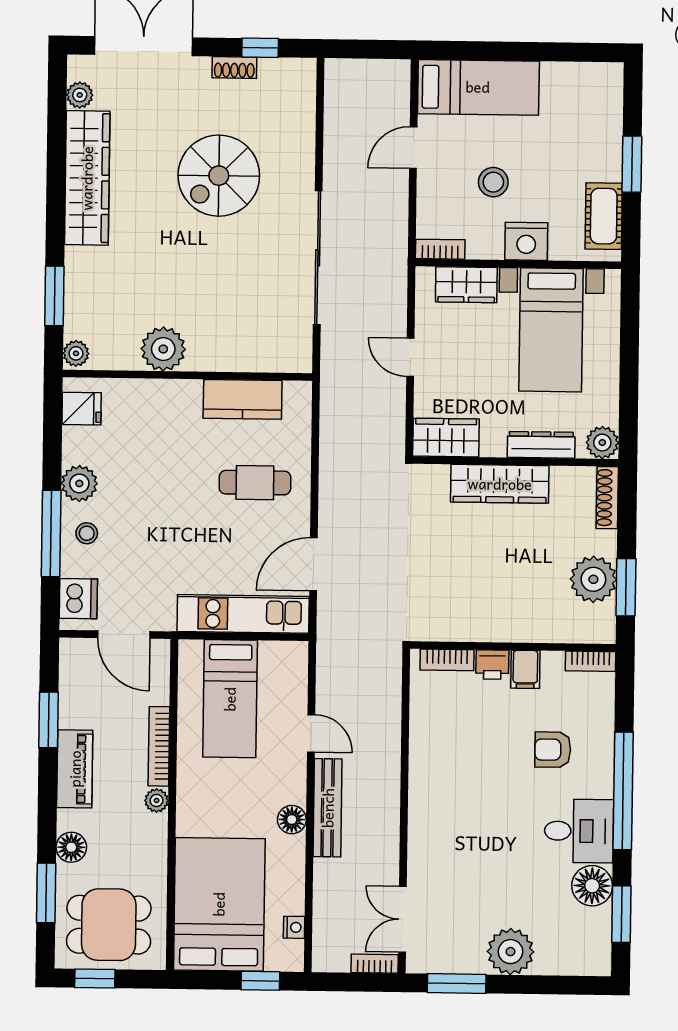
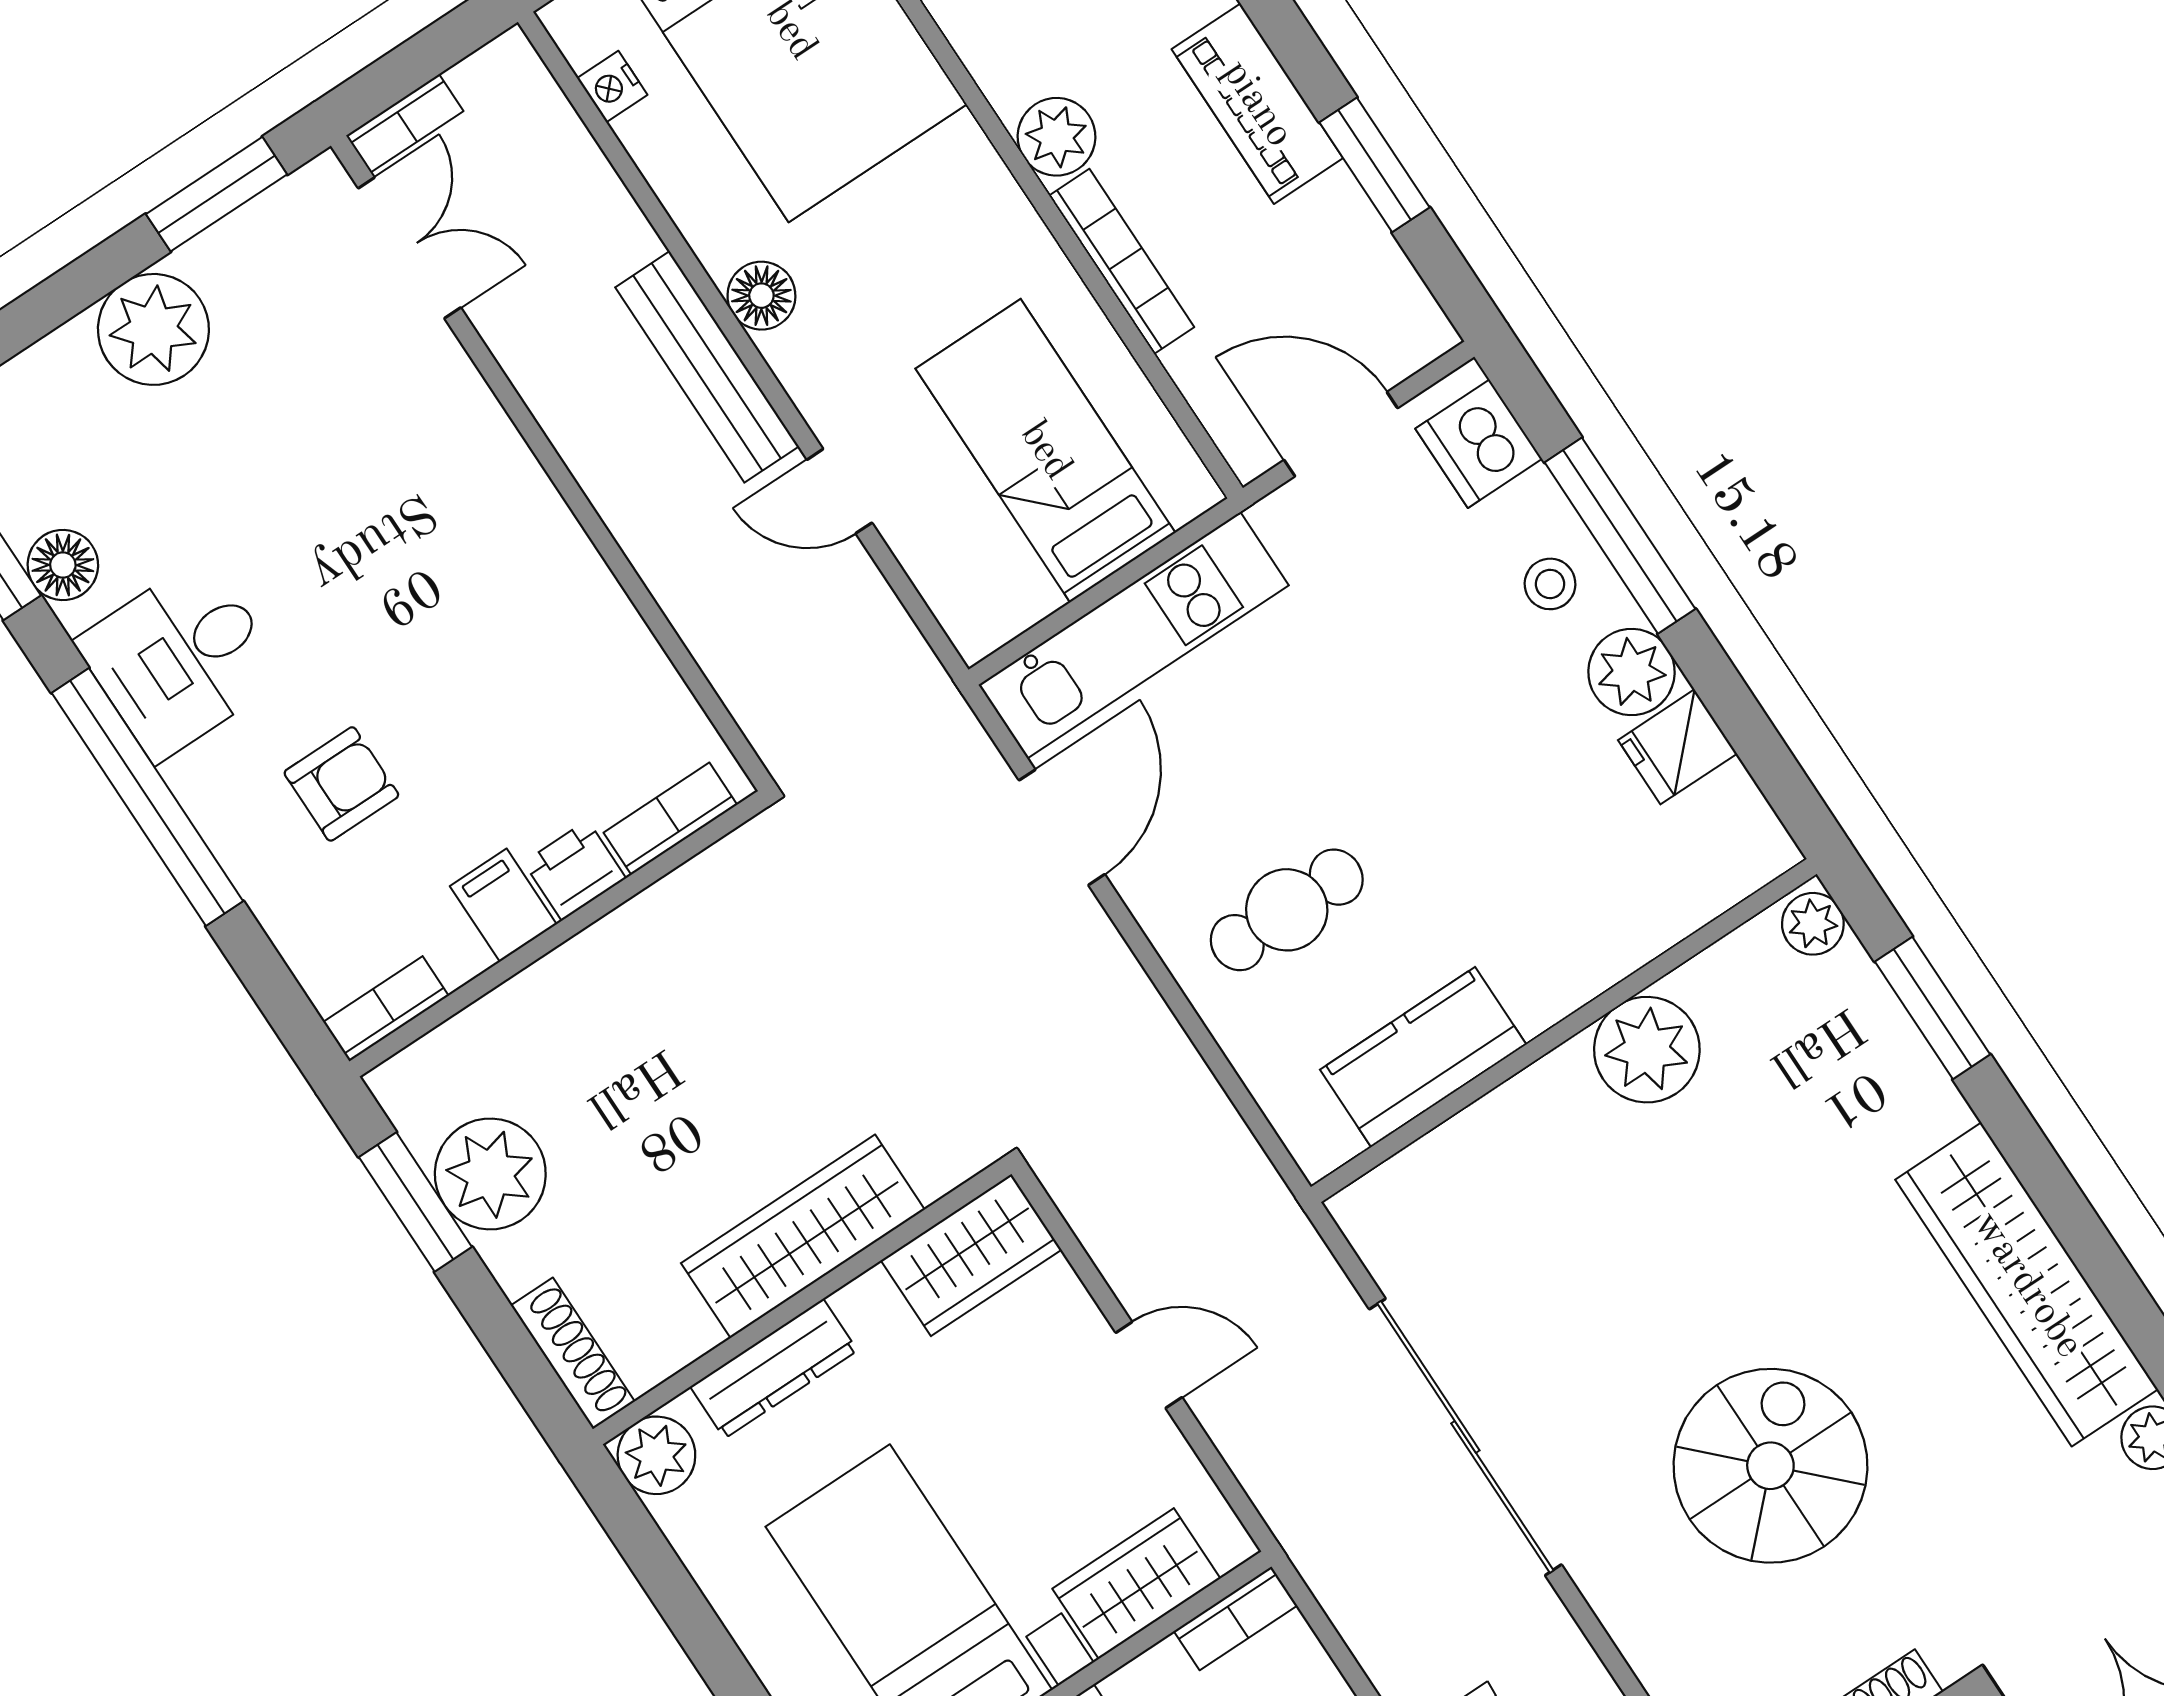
fridge: (82, 409) -> (1678, 747), moved
plant: (157, 800) -> (1057, 137), width x1.38, depth x1.38
floor lamp: (592, 886) -> (63, 565), width x0.73, depth x0.73

